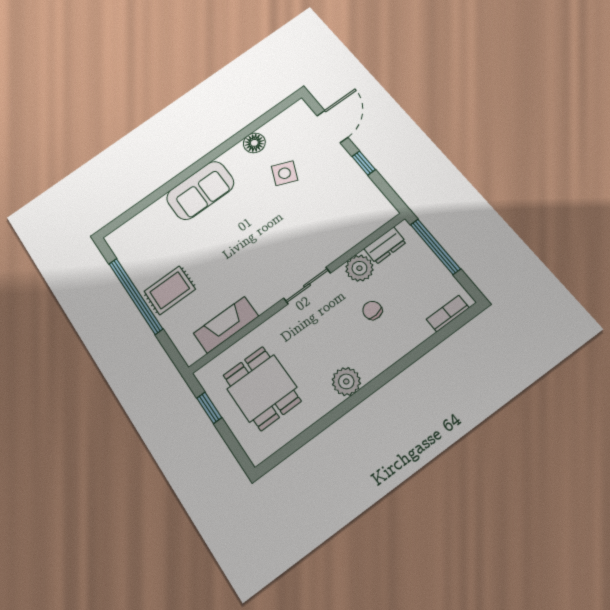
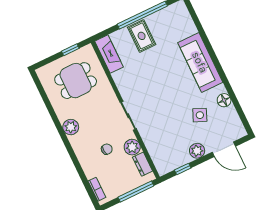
window: (364, 163) -> (183, 169), moved
plant: (343, 165) -> (197, 151), added
sofa: (200, 190) -> (200, 62), width x1.36
fireplace: (226, 325) -> (109, 54), moved

